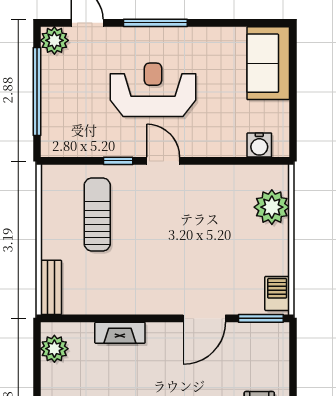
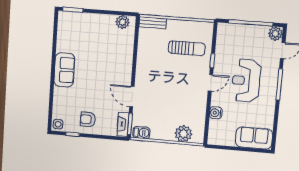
reception desk: (153, 90) -> (246, 81), turned 180
water cooler: (259, 145) -> (216, 113), moved
fireplace: (120, 333) -> (123, 124), moved

